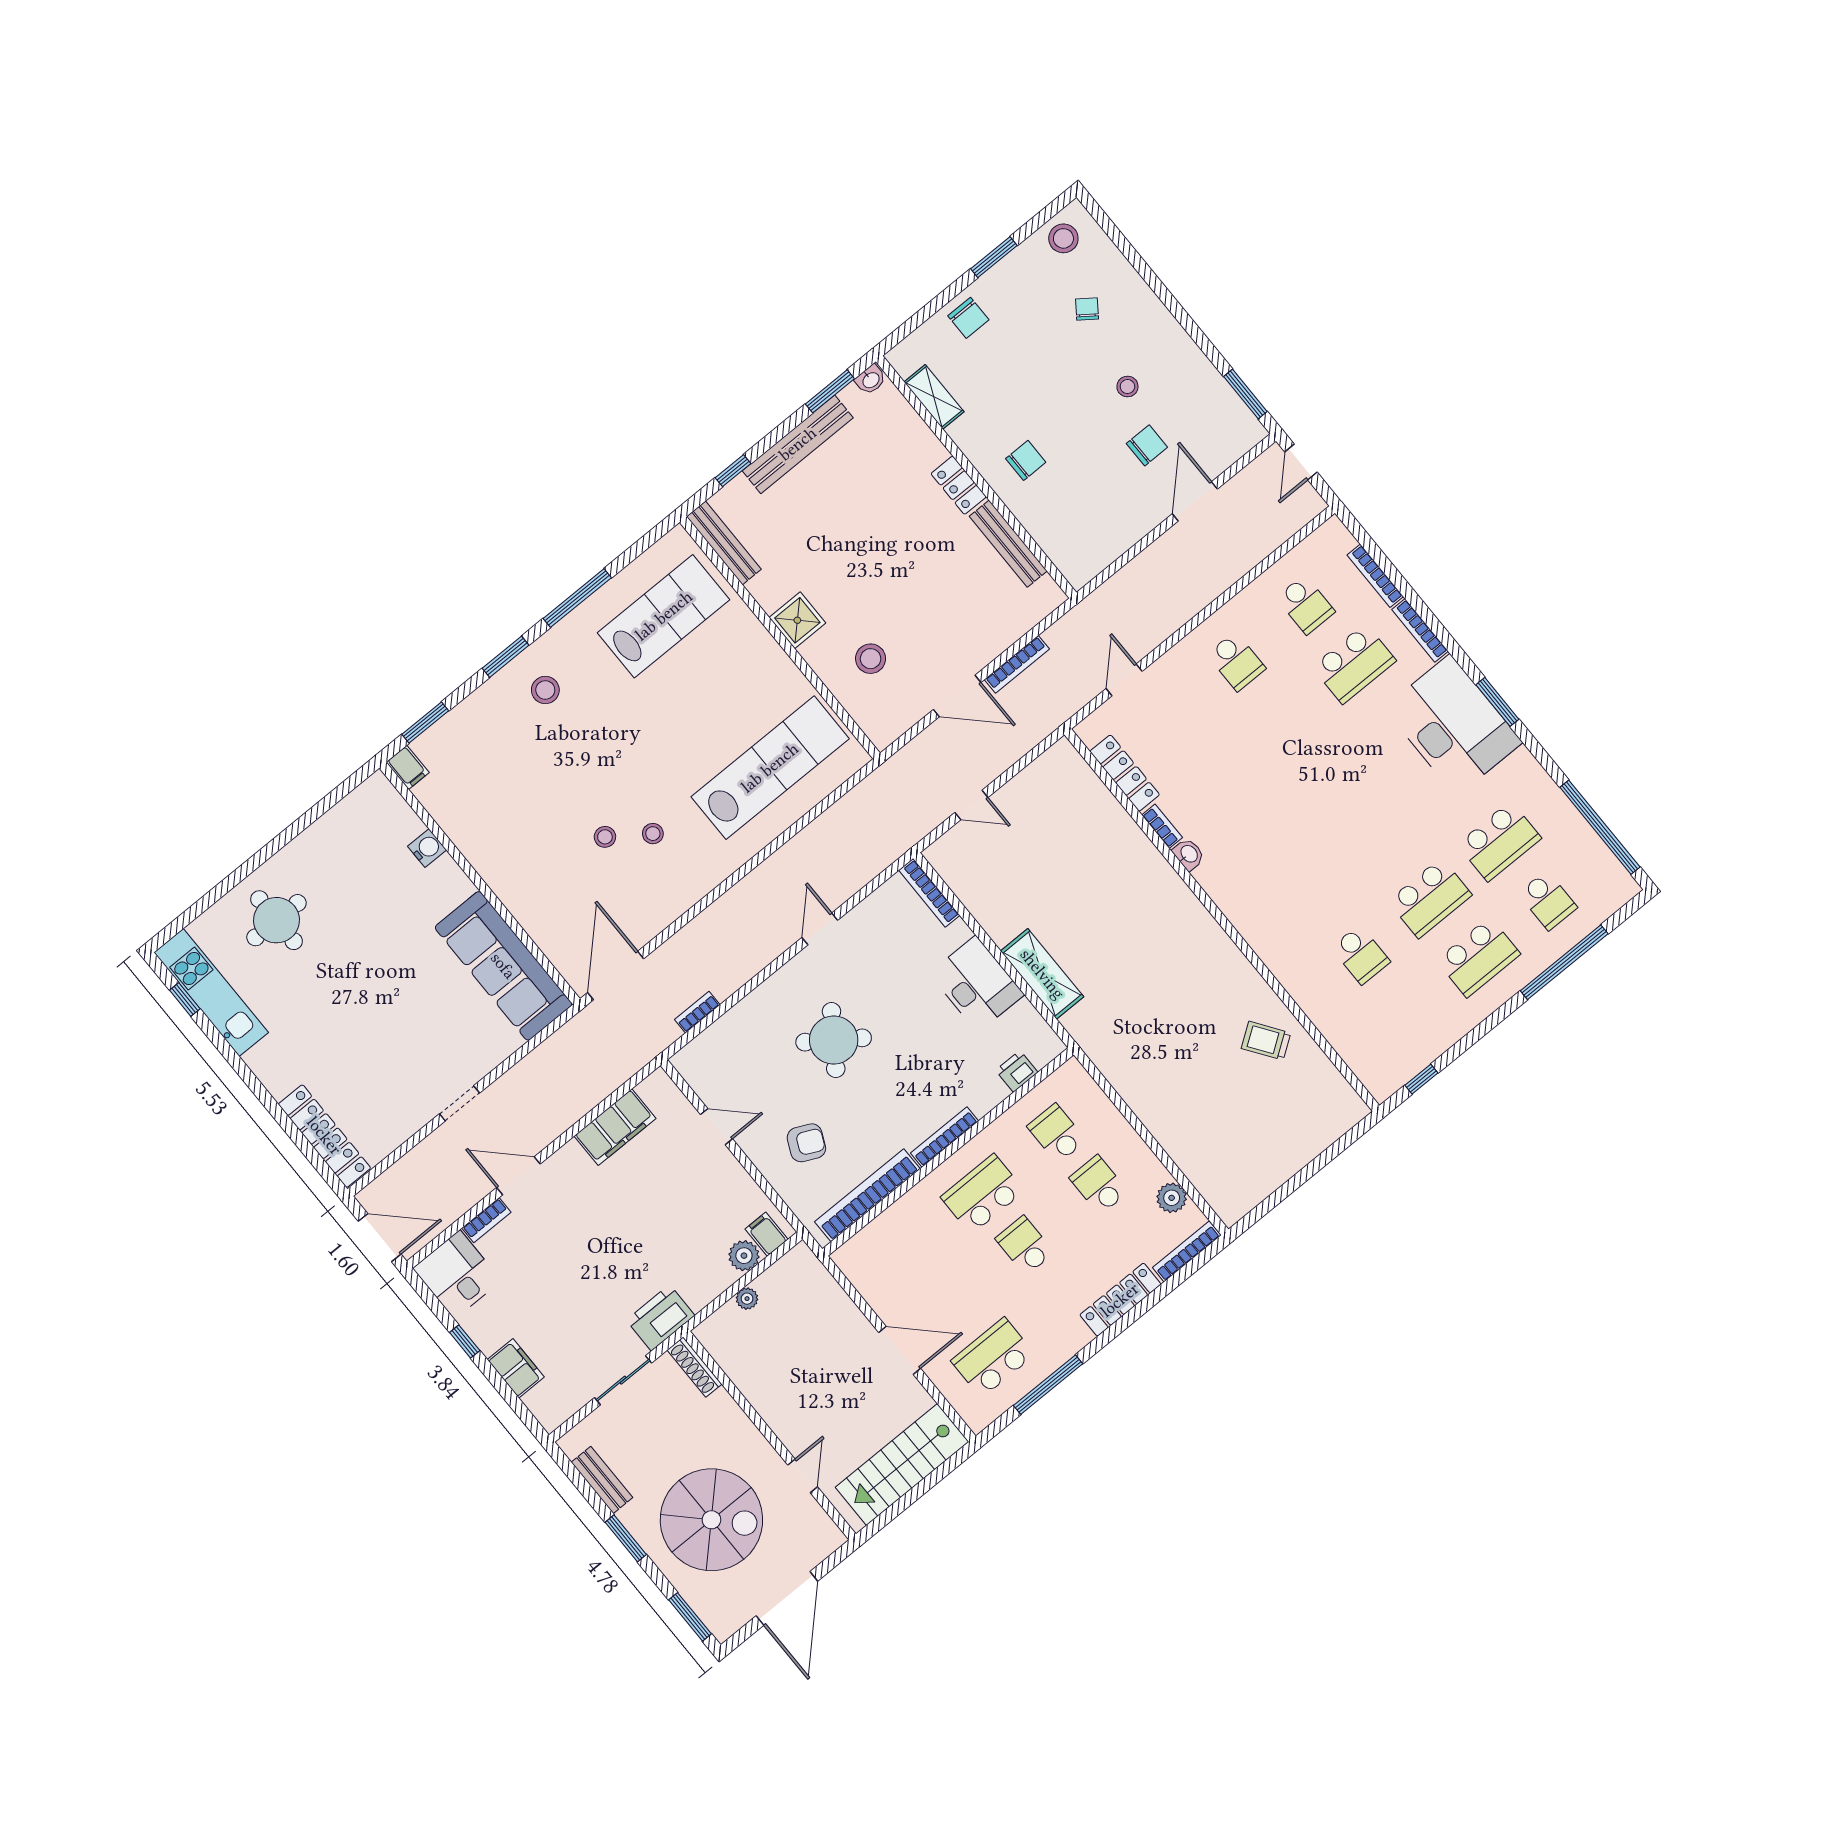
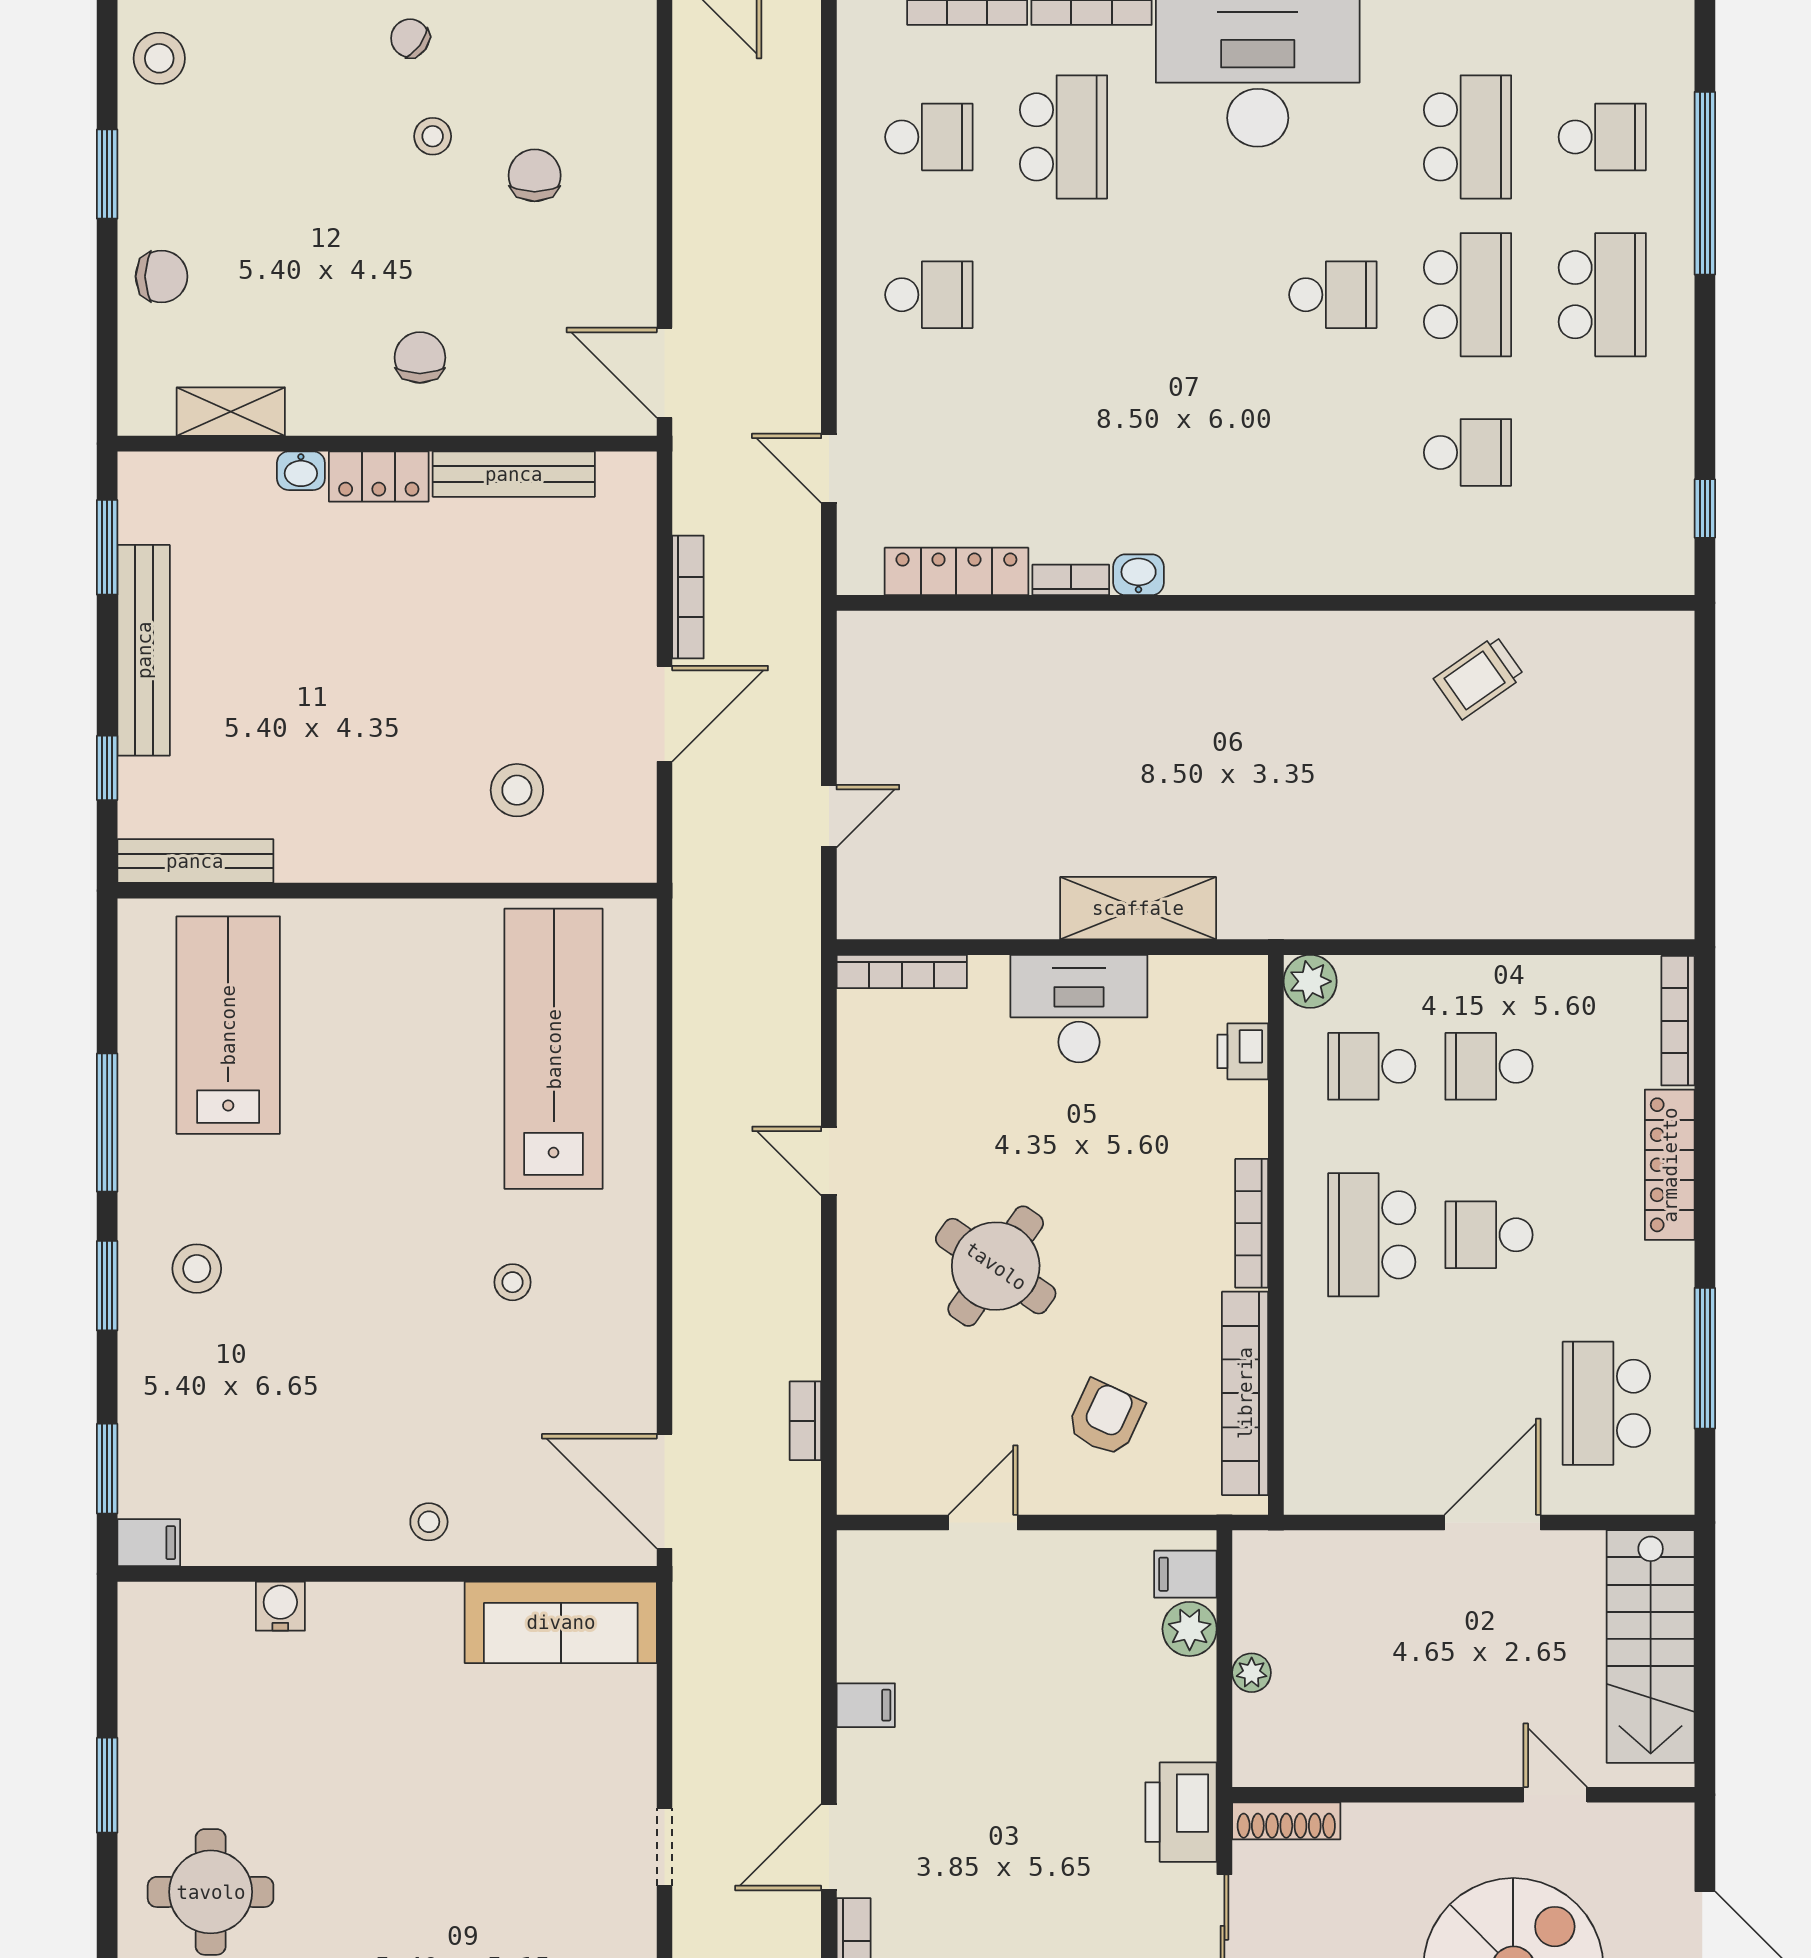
chair: (1087, 309) -> (410, 38), moved
washbasin: (871, 380) -> (301, 471), moved, turned 90
door: (1195, 501) -> (664, 373), moved
shower: (797, 620) -> (383, 847), removed
window: (286, 836) -> (107, 1785), added
stool: (605, 837) -> (429, 1522), moved
school desk: (1382, 839) -> (1333, 295), added
sofa: (503, 966) -> (561, 1622), width x0.74, depth x0.79
filing cabinet: (615, 1127) -> (866, 1705), width x0.33, depth x0.86
plant: (1172, 1198) -> (1310, 981), moved

